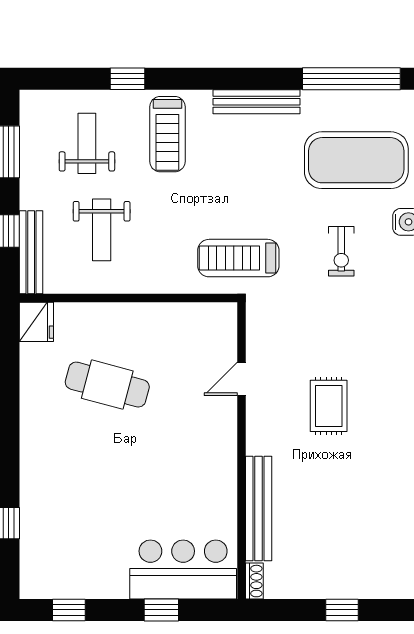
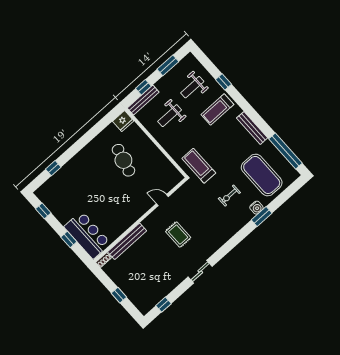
weight bench: (87, 143) -> (192, 87), turned 180
rug: (329, 406) -> (178, 235), turned 90

